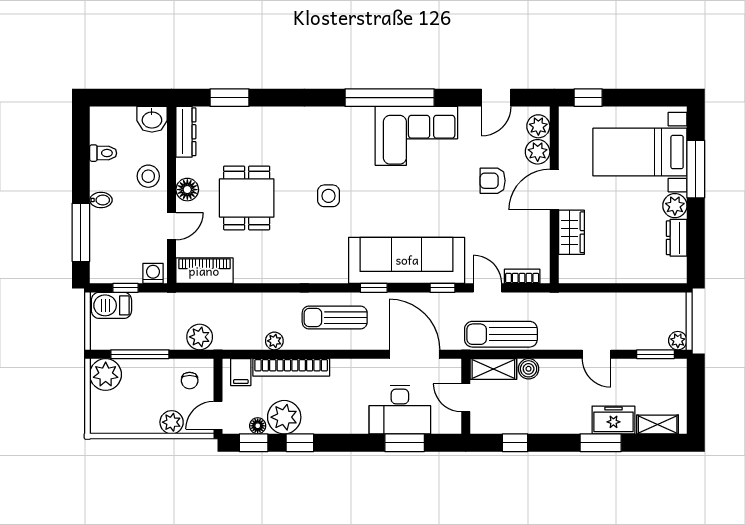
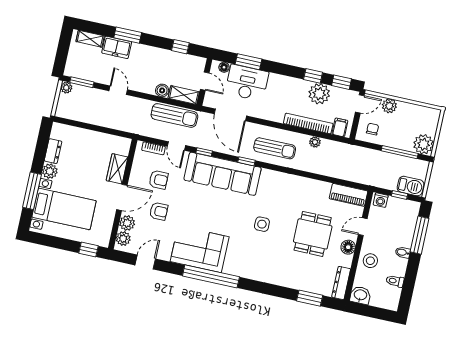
armchair: (504, 229) -> (159, 180), added
plant: (200, 337) -> (360, 155), removed
floor lamp: (258, 426) -> (224, 67), moved

